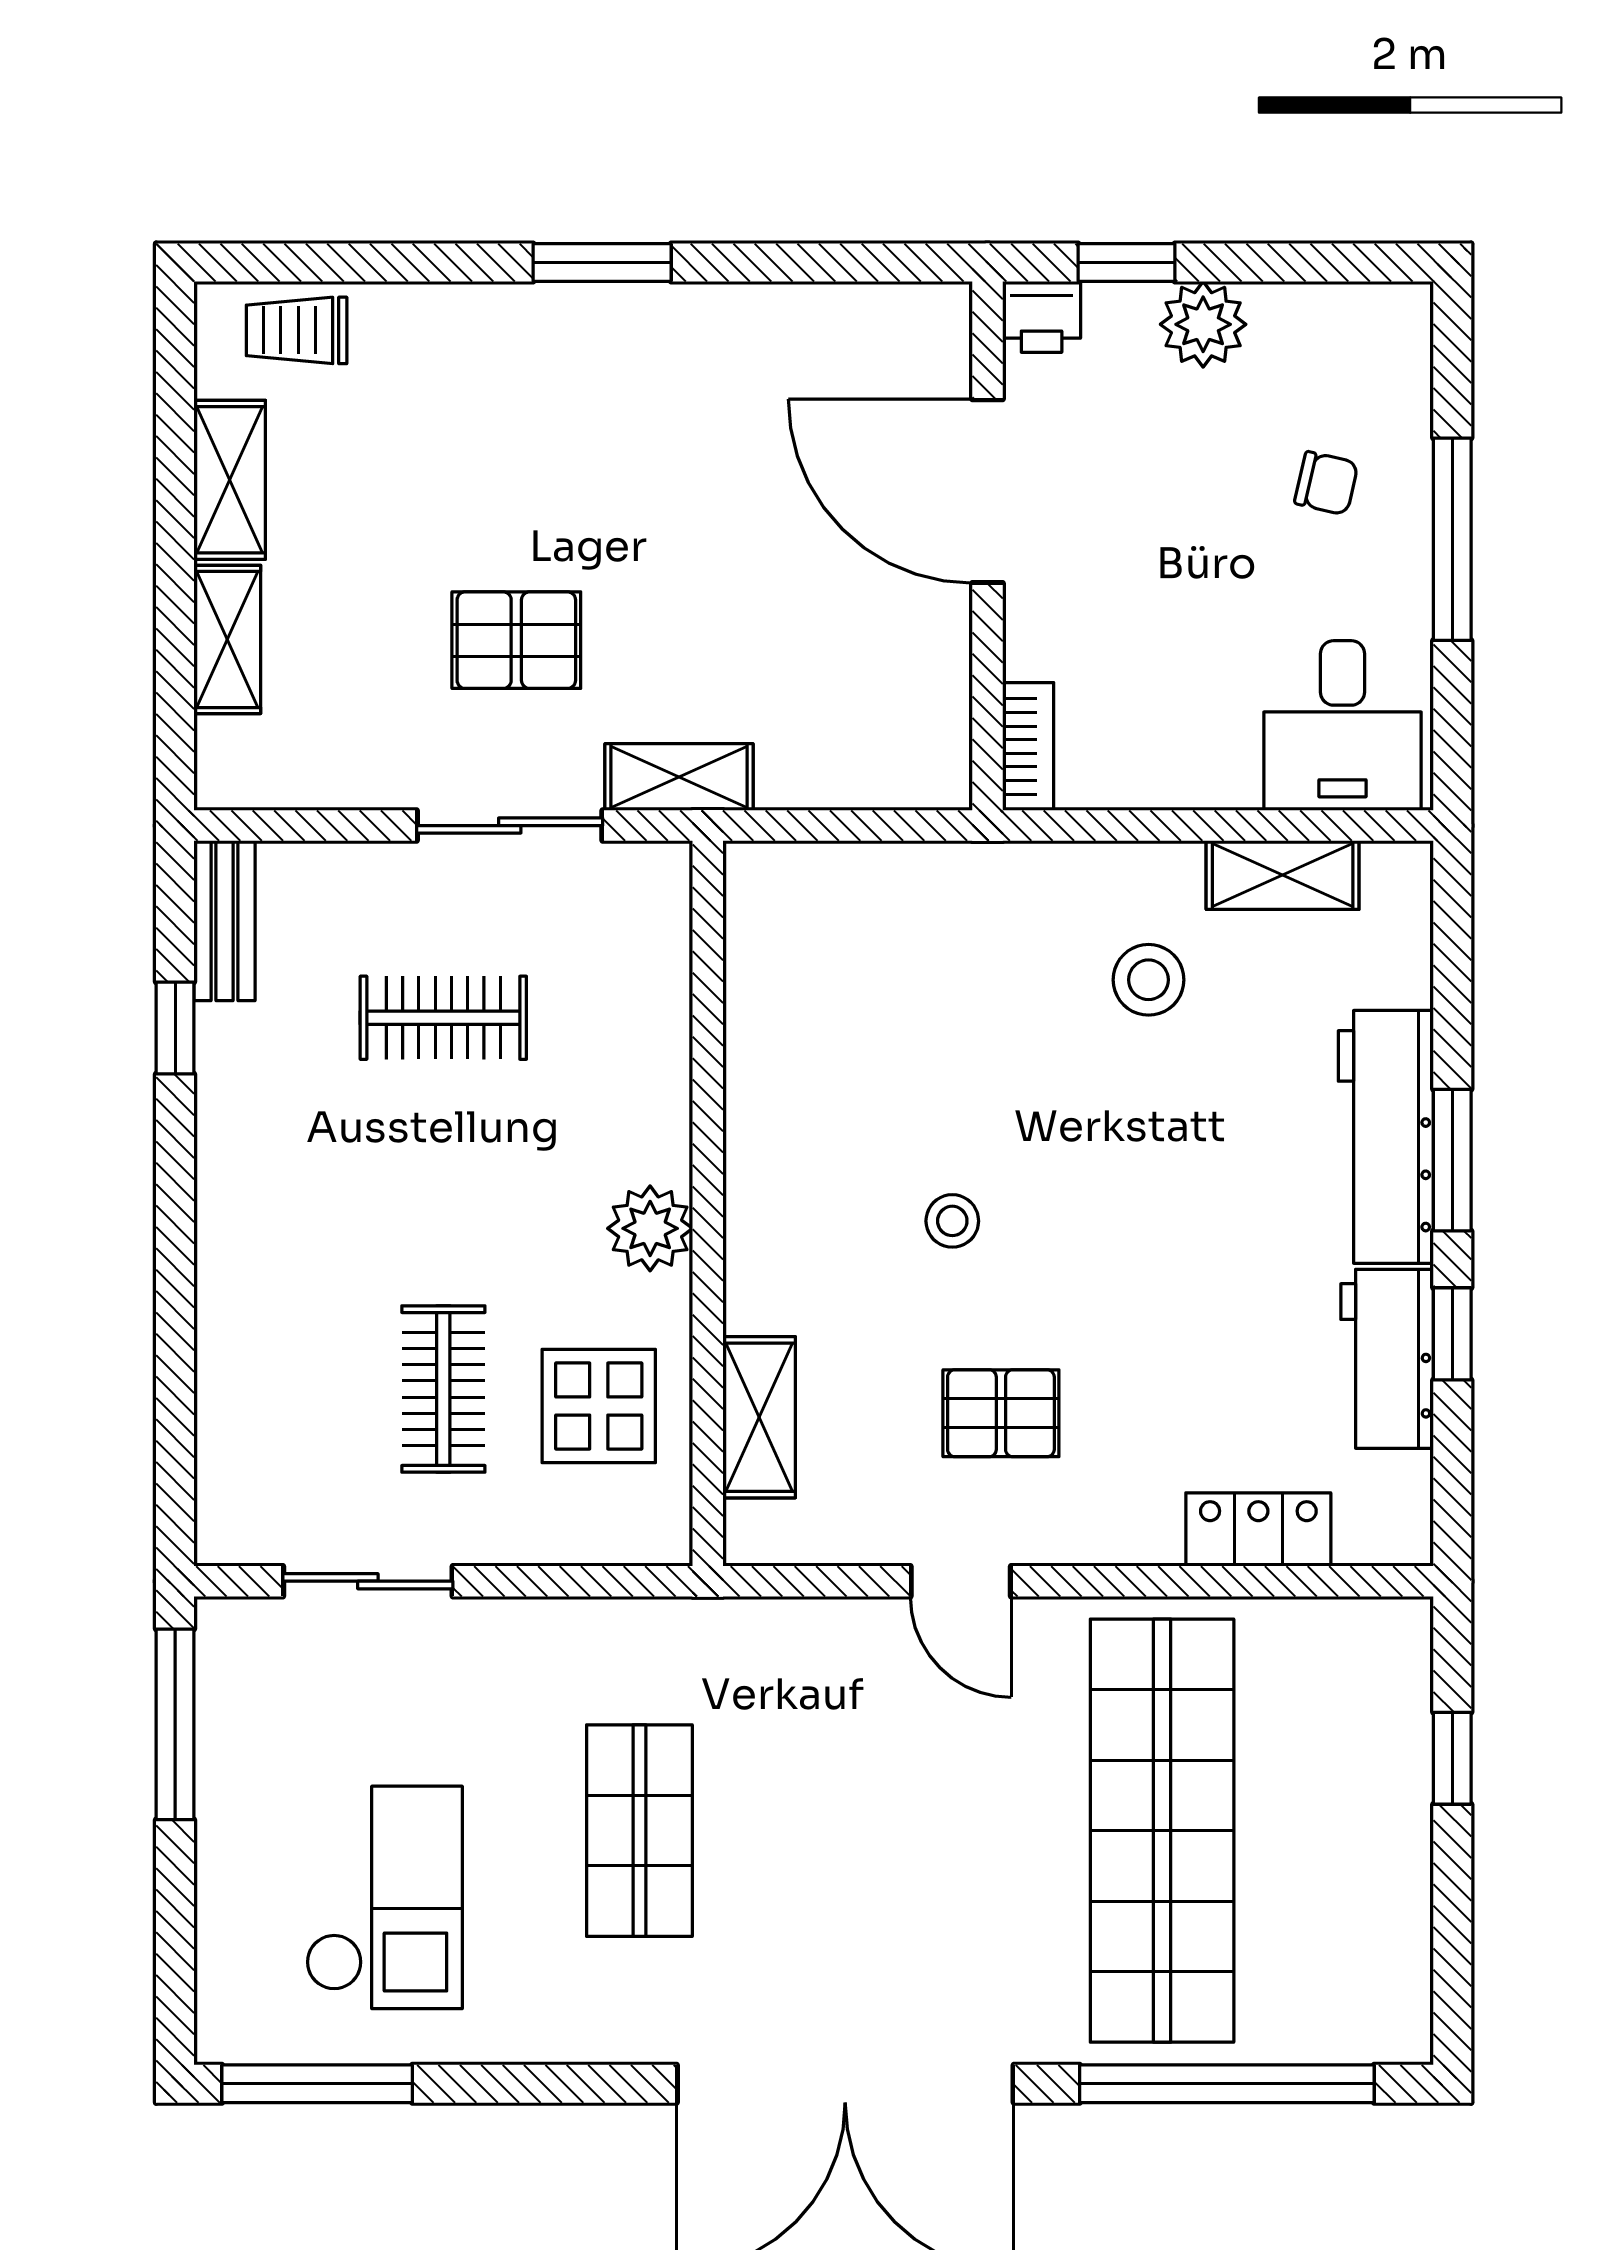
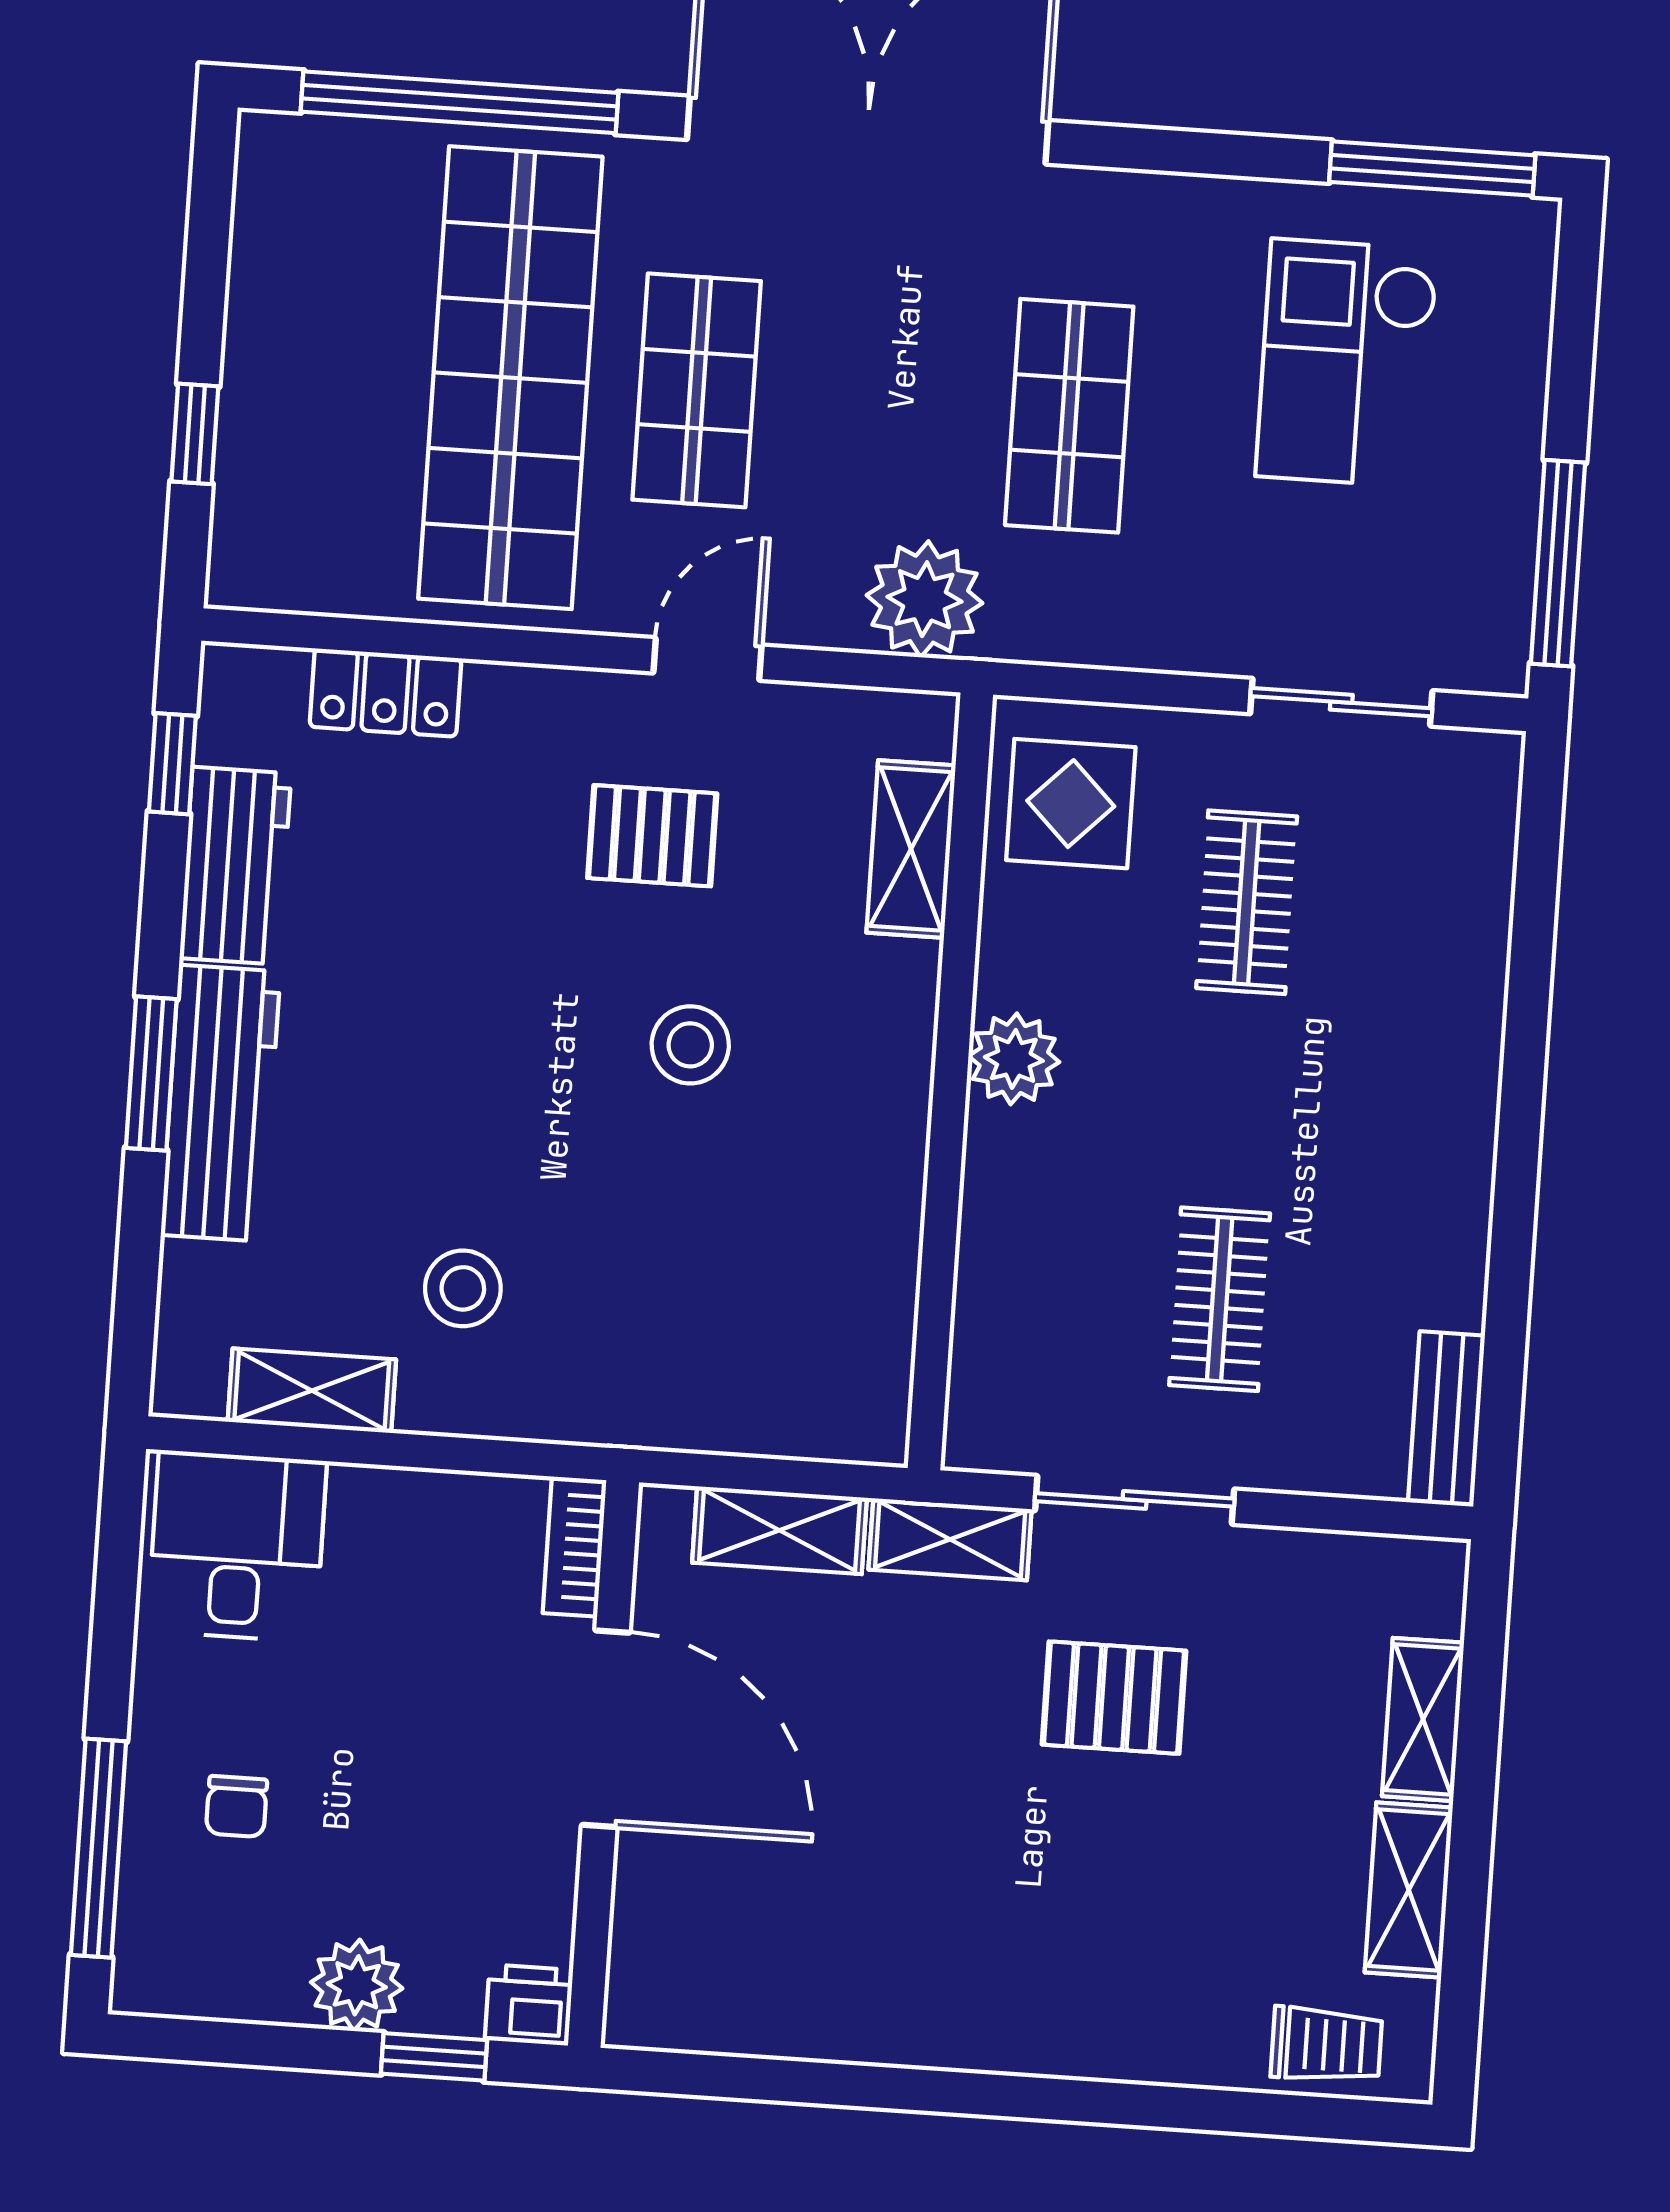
window: (602, 263) -> (995, 2095), removed
chair: (1326, 483) -> (237, 1806), turned -103
door: (987, 491) -> (606, 1729), moved
window: (1452, 539) -> (98, 1848), moved
shelving: (838, 775) -> (779, 1530), added
clothes rail: (443, 1018) -> (1220, 1299), turned 90
window: (175, 1028) -> (1507, 1308), removed
stool: (952, 1221) -> (690, 1045), width x1.37, depth x1.37
window: (1452, 1334) -> (172, 764), moved
display table: (599, 1406) -> (1071, 804), moved
door: (961, 1581) -> (707, 659), hinge flipped
plant: (762, 1651) -> (925, 599), added
shop shelf: (988, 1831) -> (697, 390), added

